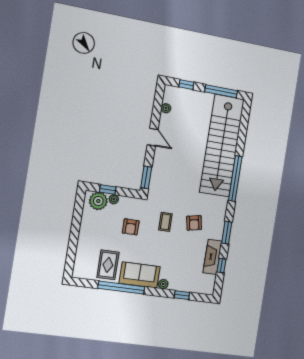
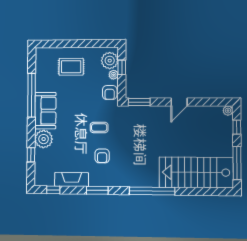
plant: (166, 108) -> (228, 111), moved
stairs: (222, 146) -> (196, 172), width x0.73
armchair: (194, 223) -> (102, 156), turned -79
armchair: (131, 227) -> (110, 93), moved, turned -90
rug: (108, 265) -> (71, 67), moved
window: (222, 266) -> (53, 190), moved
plant: (163, 284) -> (44, 139), width x1.87, depth x1.87

